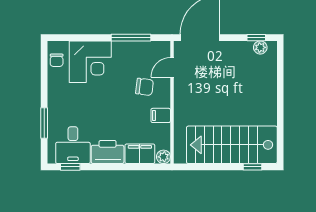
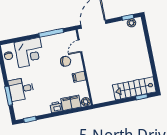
desk: (73, 145) -> (21, 89), moved, turned 90
stairs: (232, 145) -> (134, 88), width x0.73, depth x0.66
printer: (108, 152) -> (56, 107), width x0.53, depth x0.68

